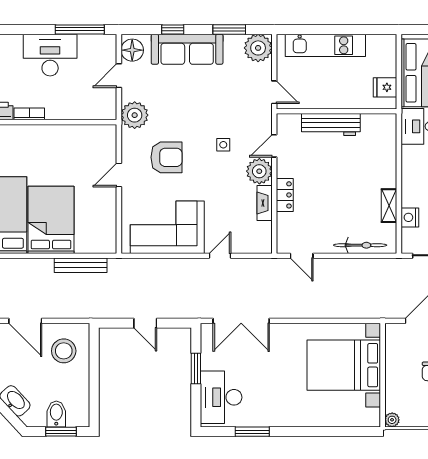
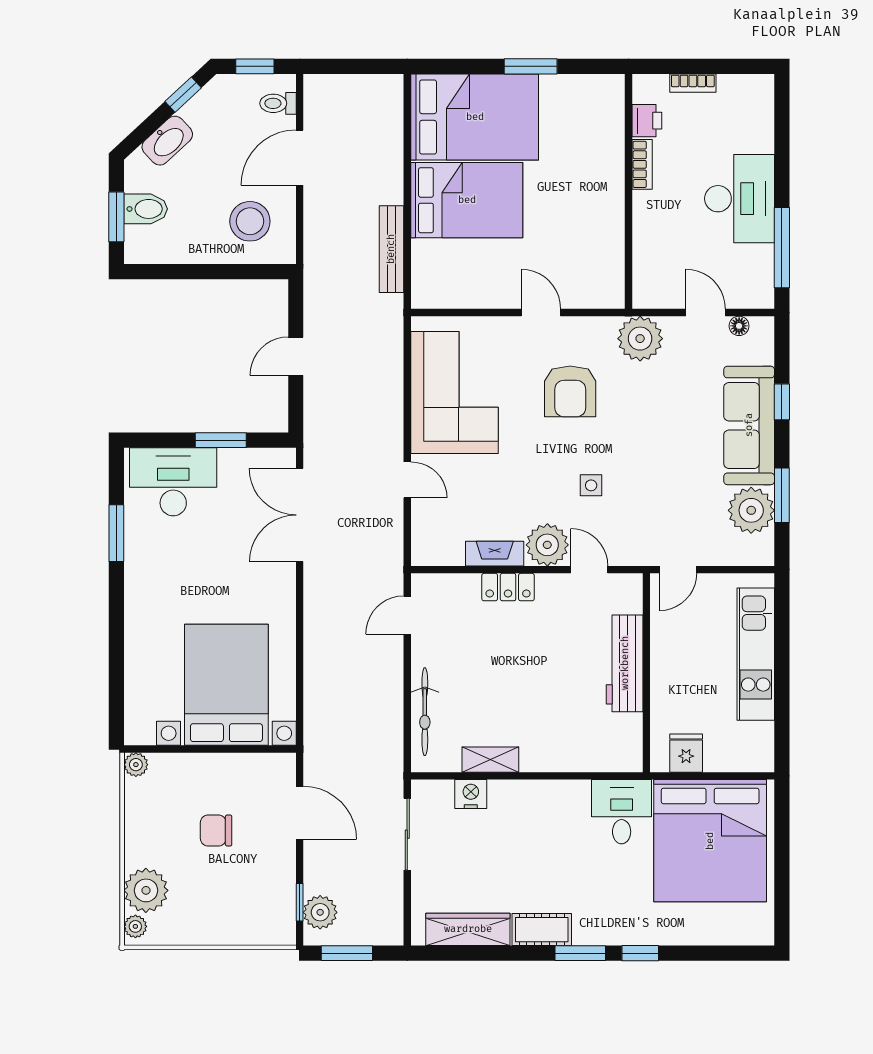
plant: (258, 48) -> (751, 510), moved
floor lamp: (132, 50) -> (739, 326), width x0.53, depth x0.53

